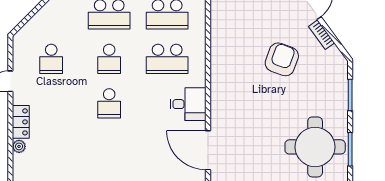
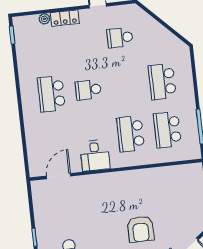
school desk: (109, 59) -> (51, 94), moved, width x1.85
armchair: (282, 59) -> (141, 229), turned 70
door: (208, 150) -> (59, 176), width x0.73

